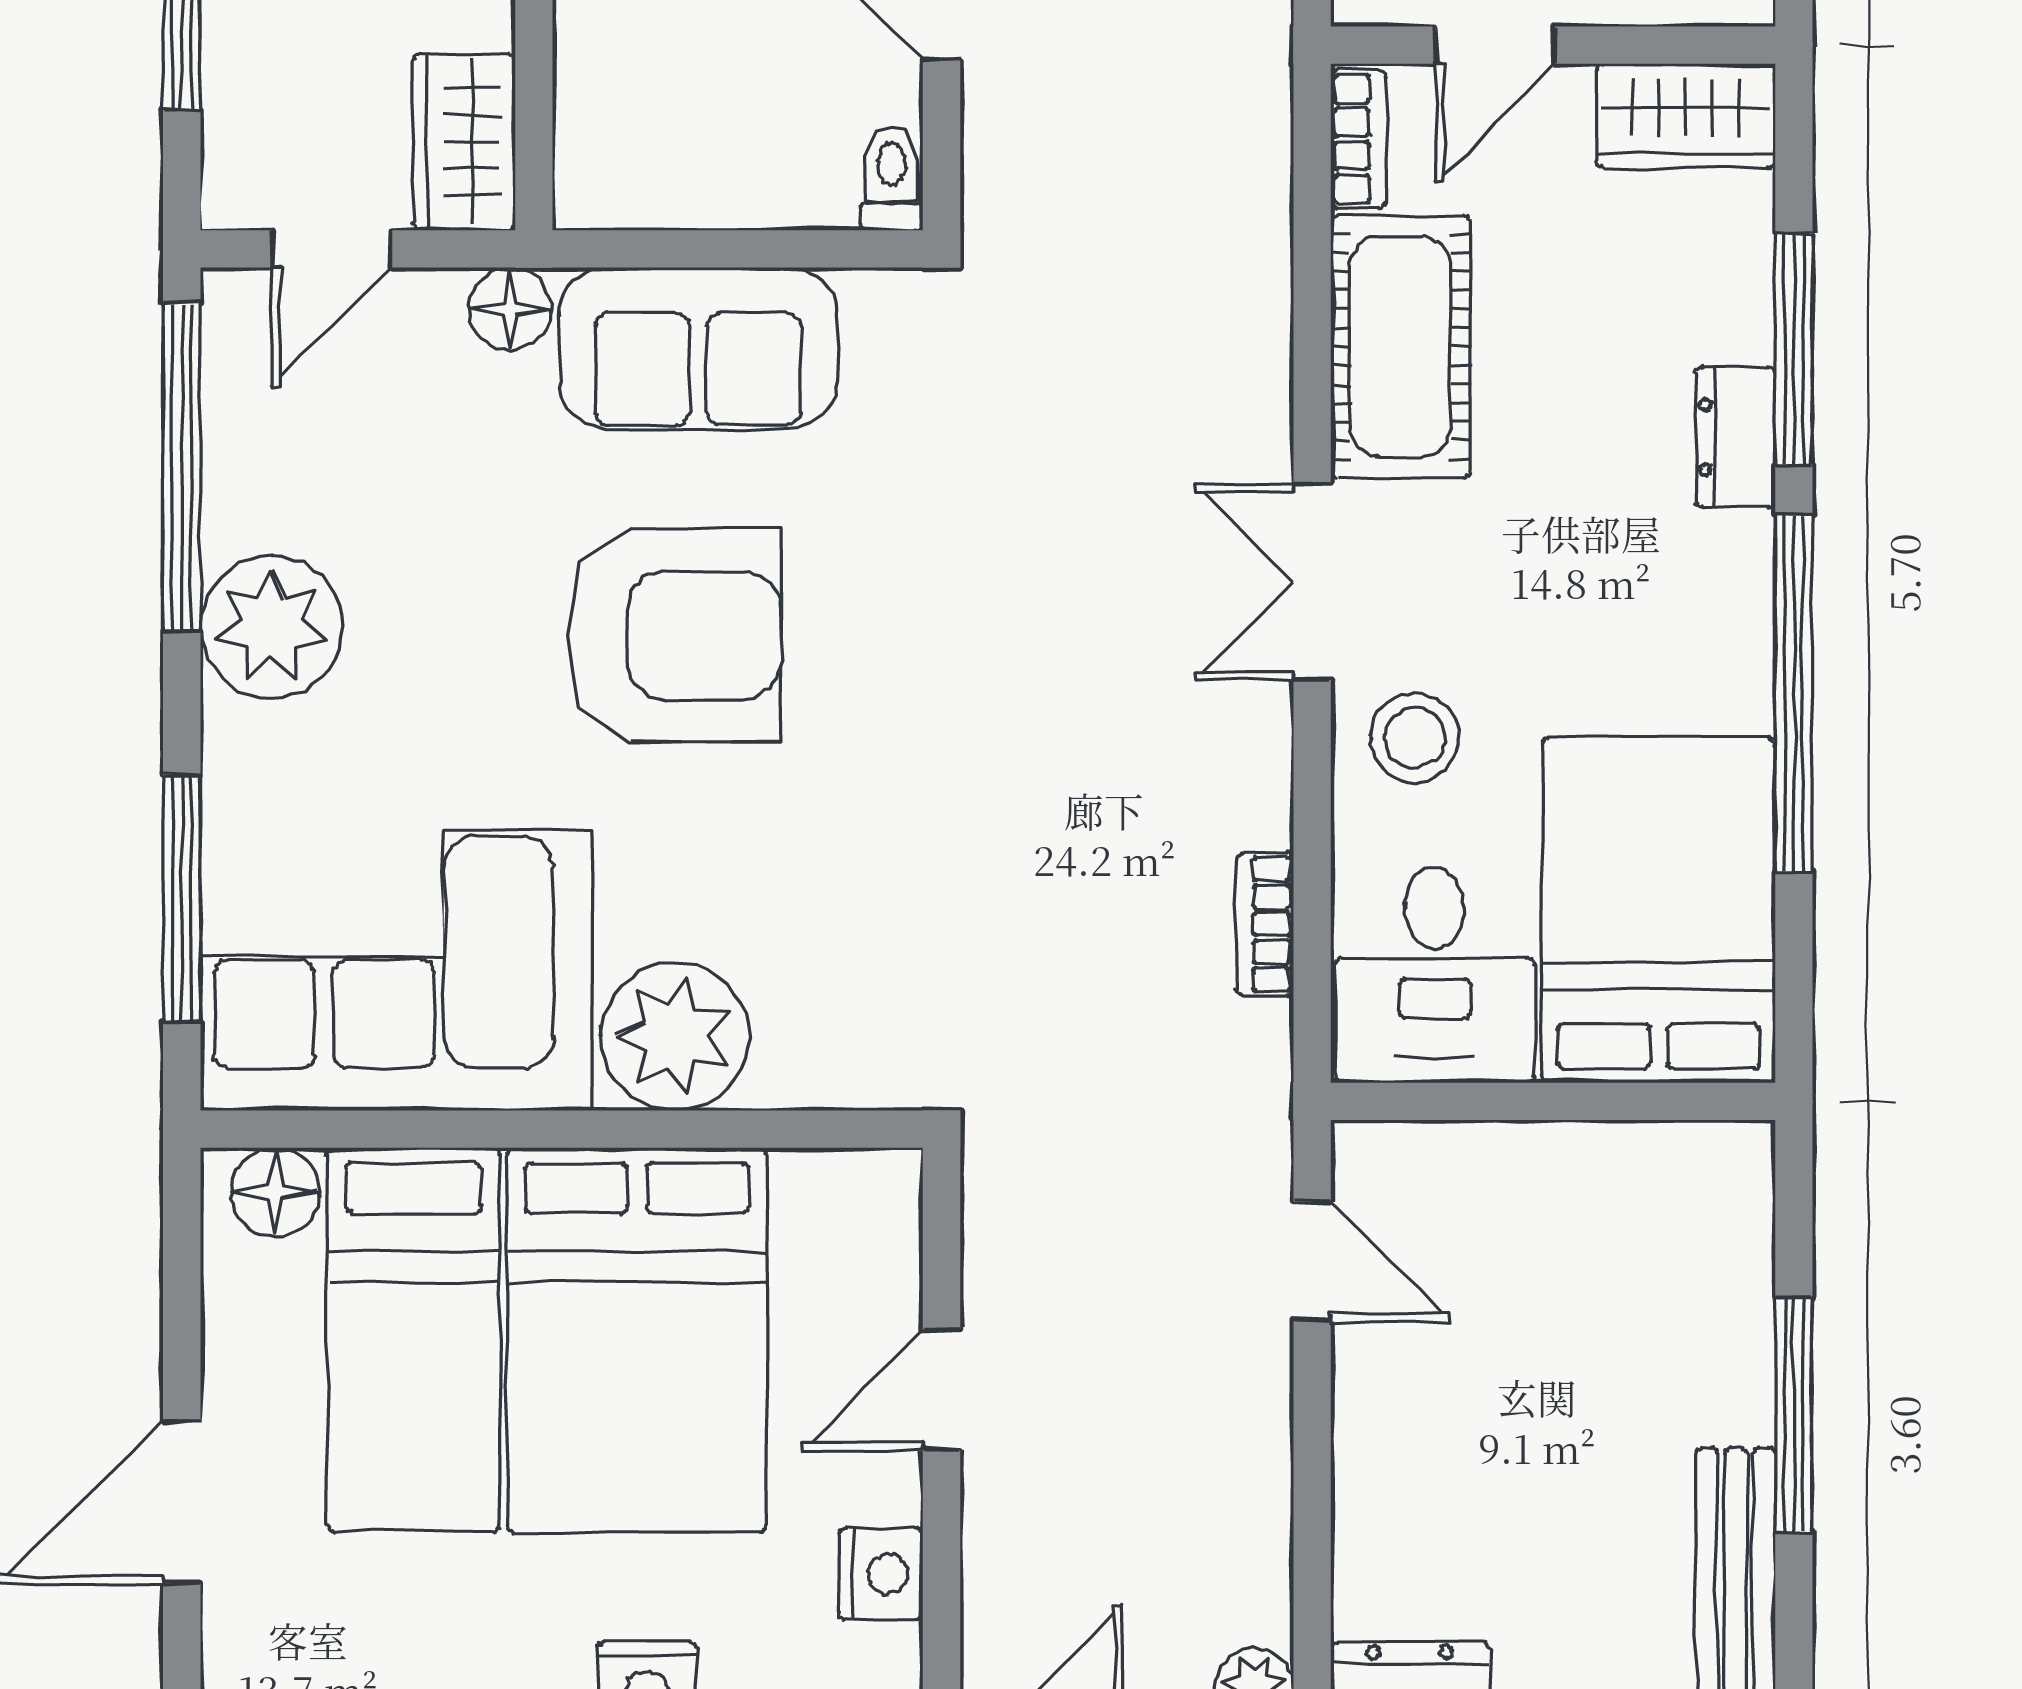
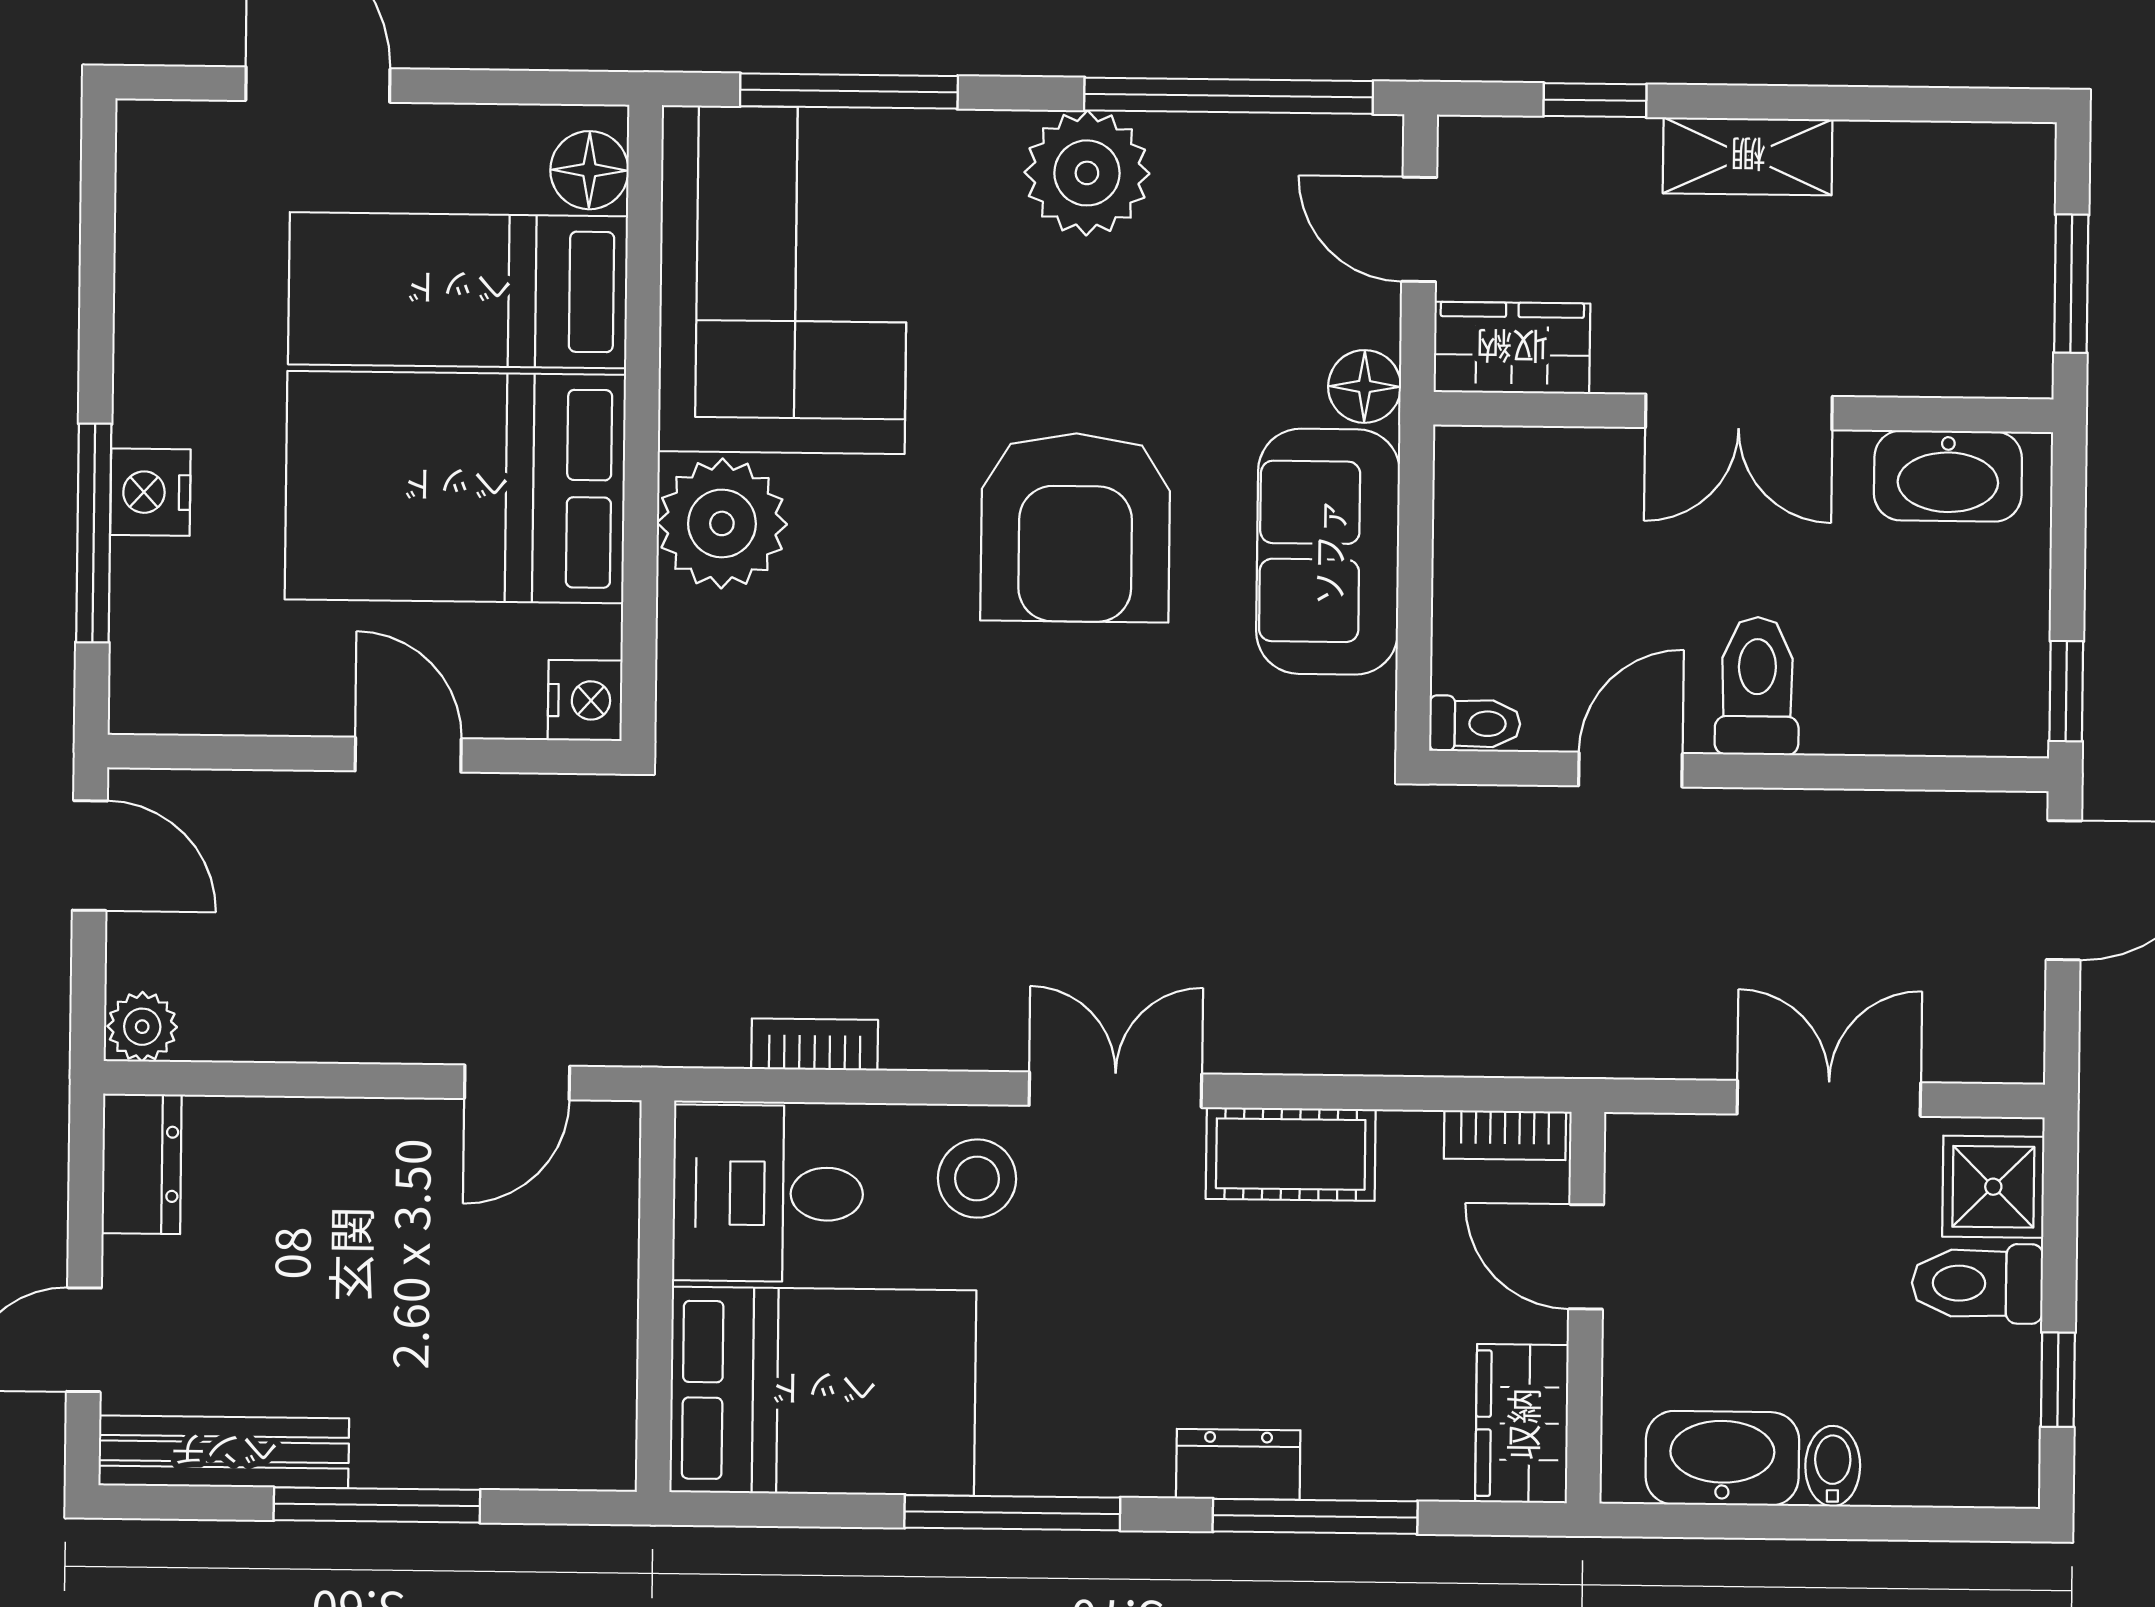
cot: (1400, 347) -> (1291, 1154), width x0.73, depth x0.75
window: (1794, 693) -> (1012, 1513), width x0.68
nightstand: (881, 1574) -> (585, 700), moved, turned -90

